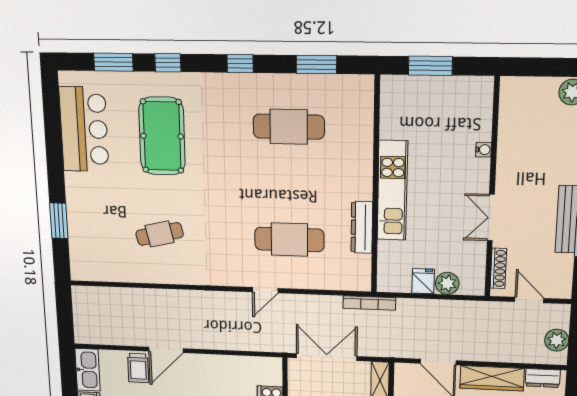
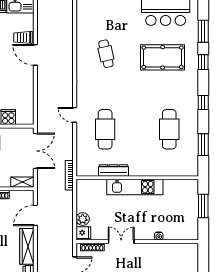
fridge: (423, 281) -> (83, 233), moved

